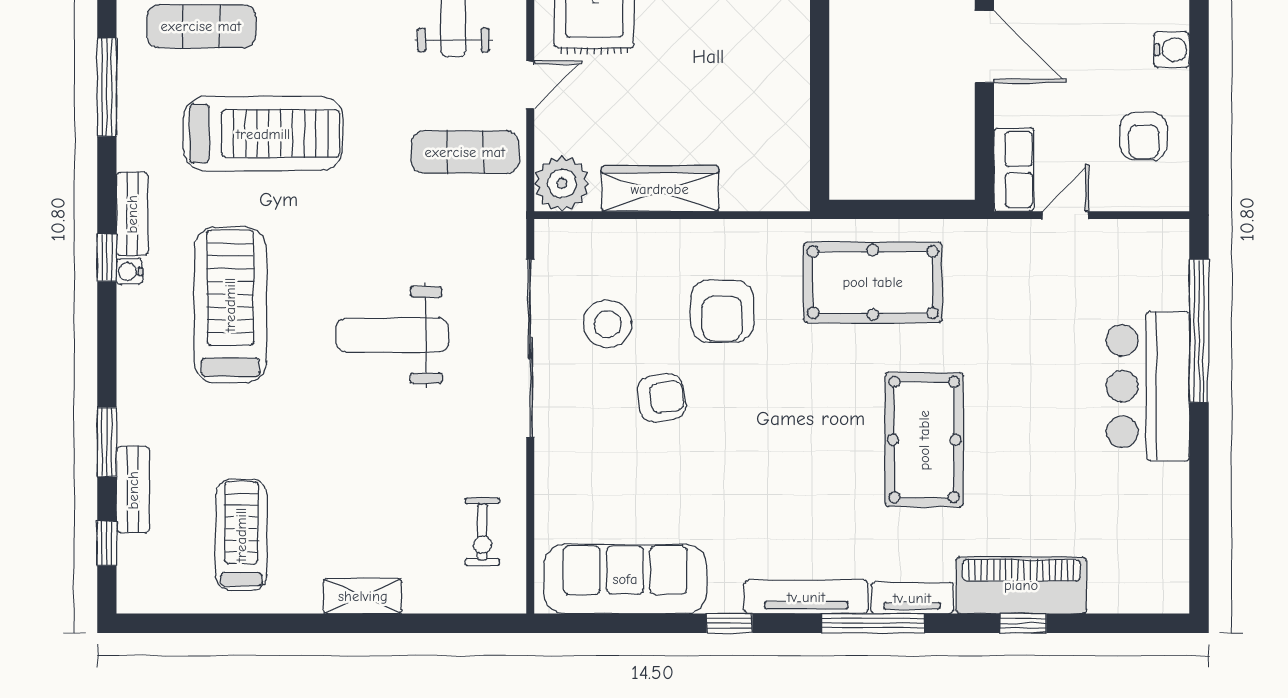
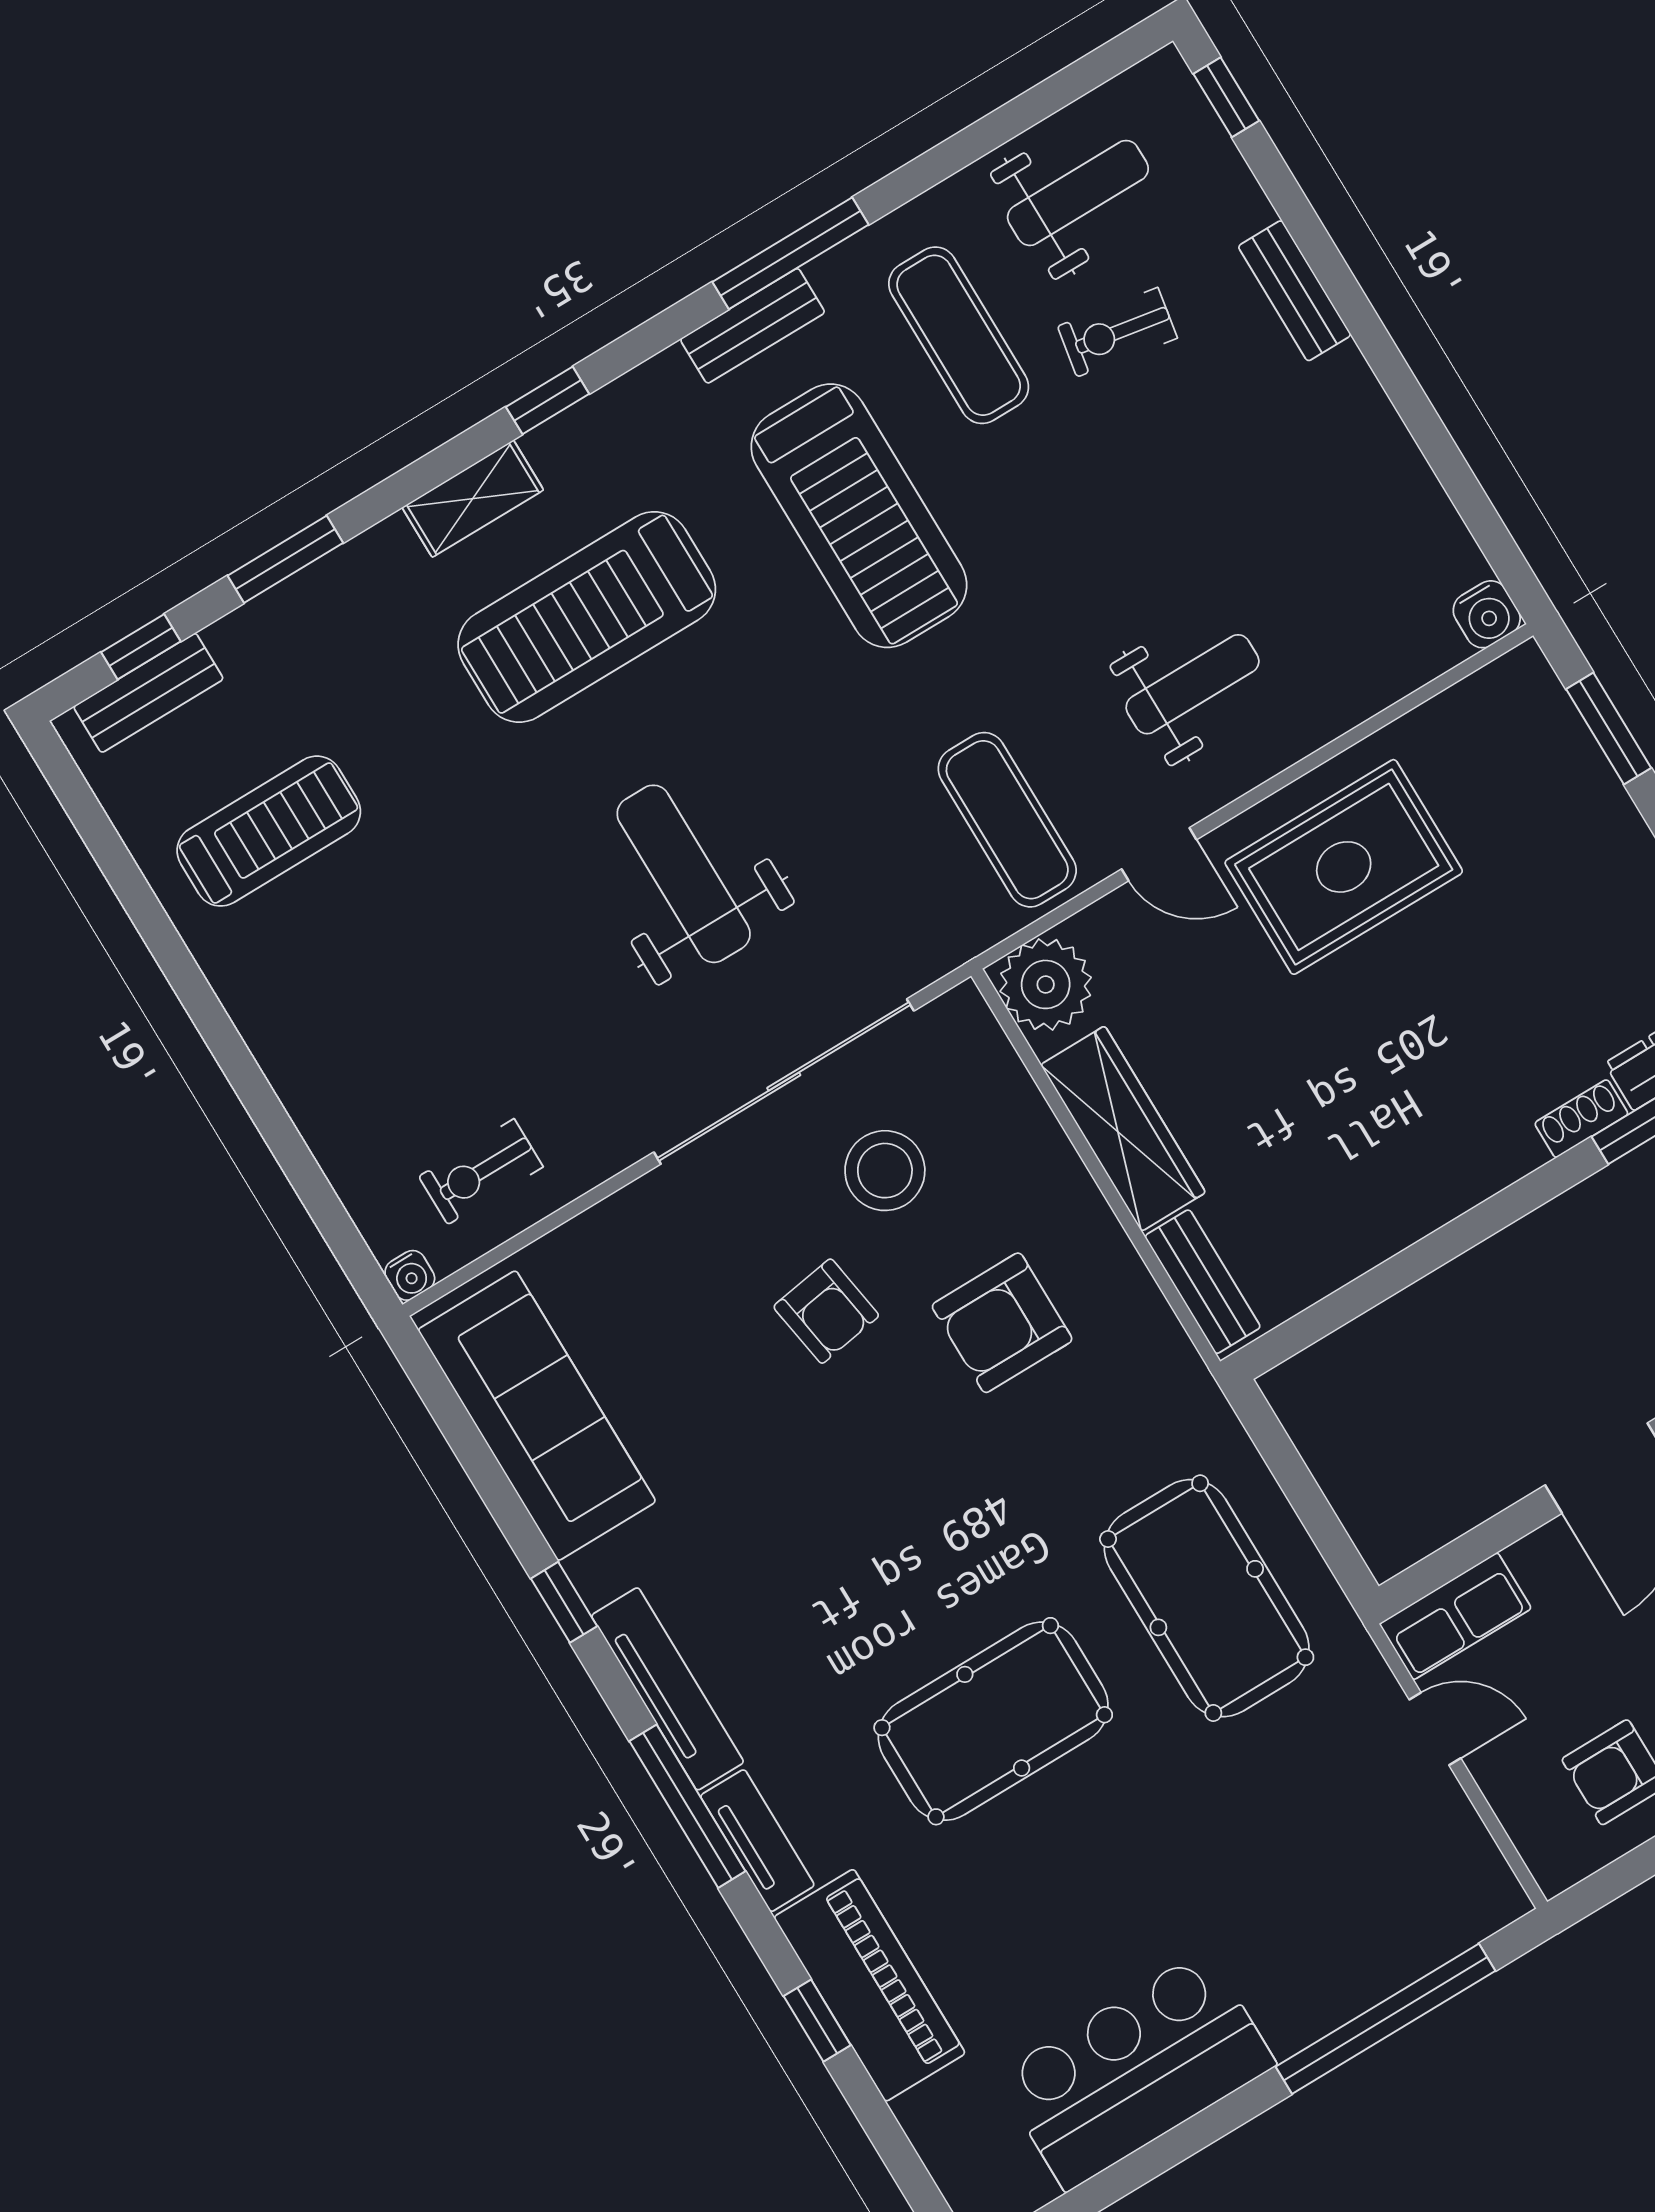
bench: (763, 195) -> (1203, 1282), added
bench: (132, 214) -> (753, 326), moved
water cooler: (129, 271) -> (410, 1275), moved, turned 180
pool table: (873, 282) -> (1207, 1598), moved
treadmill: (230, 305) -> (587, 617), turned 180
bar counter: (1148, 386) -> (1136, 2070), moved
bench: (133, 490) -> (148, 693), moved
shelving: (363, 596) -> (473, 499), moved, turned 90

